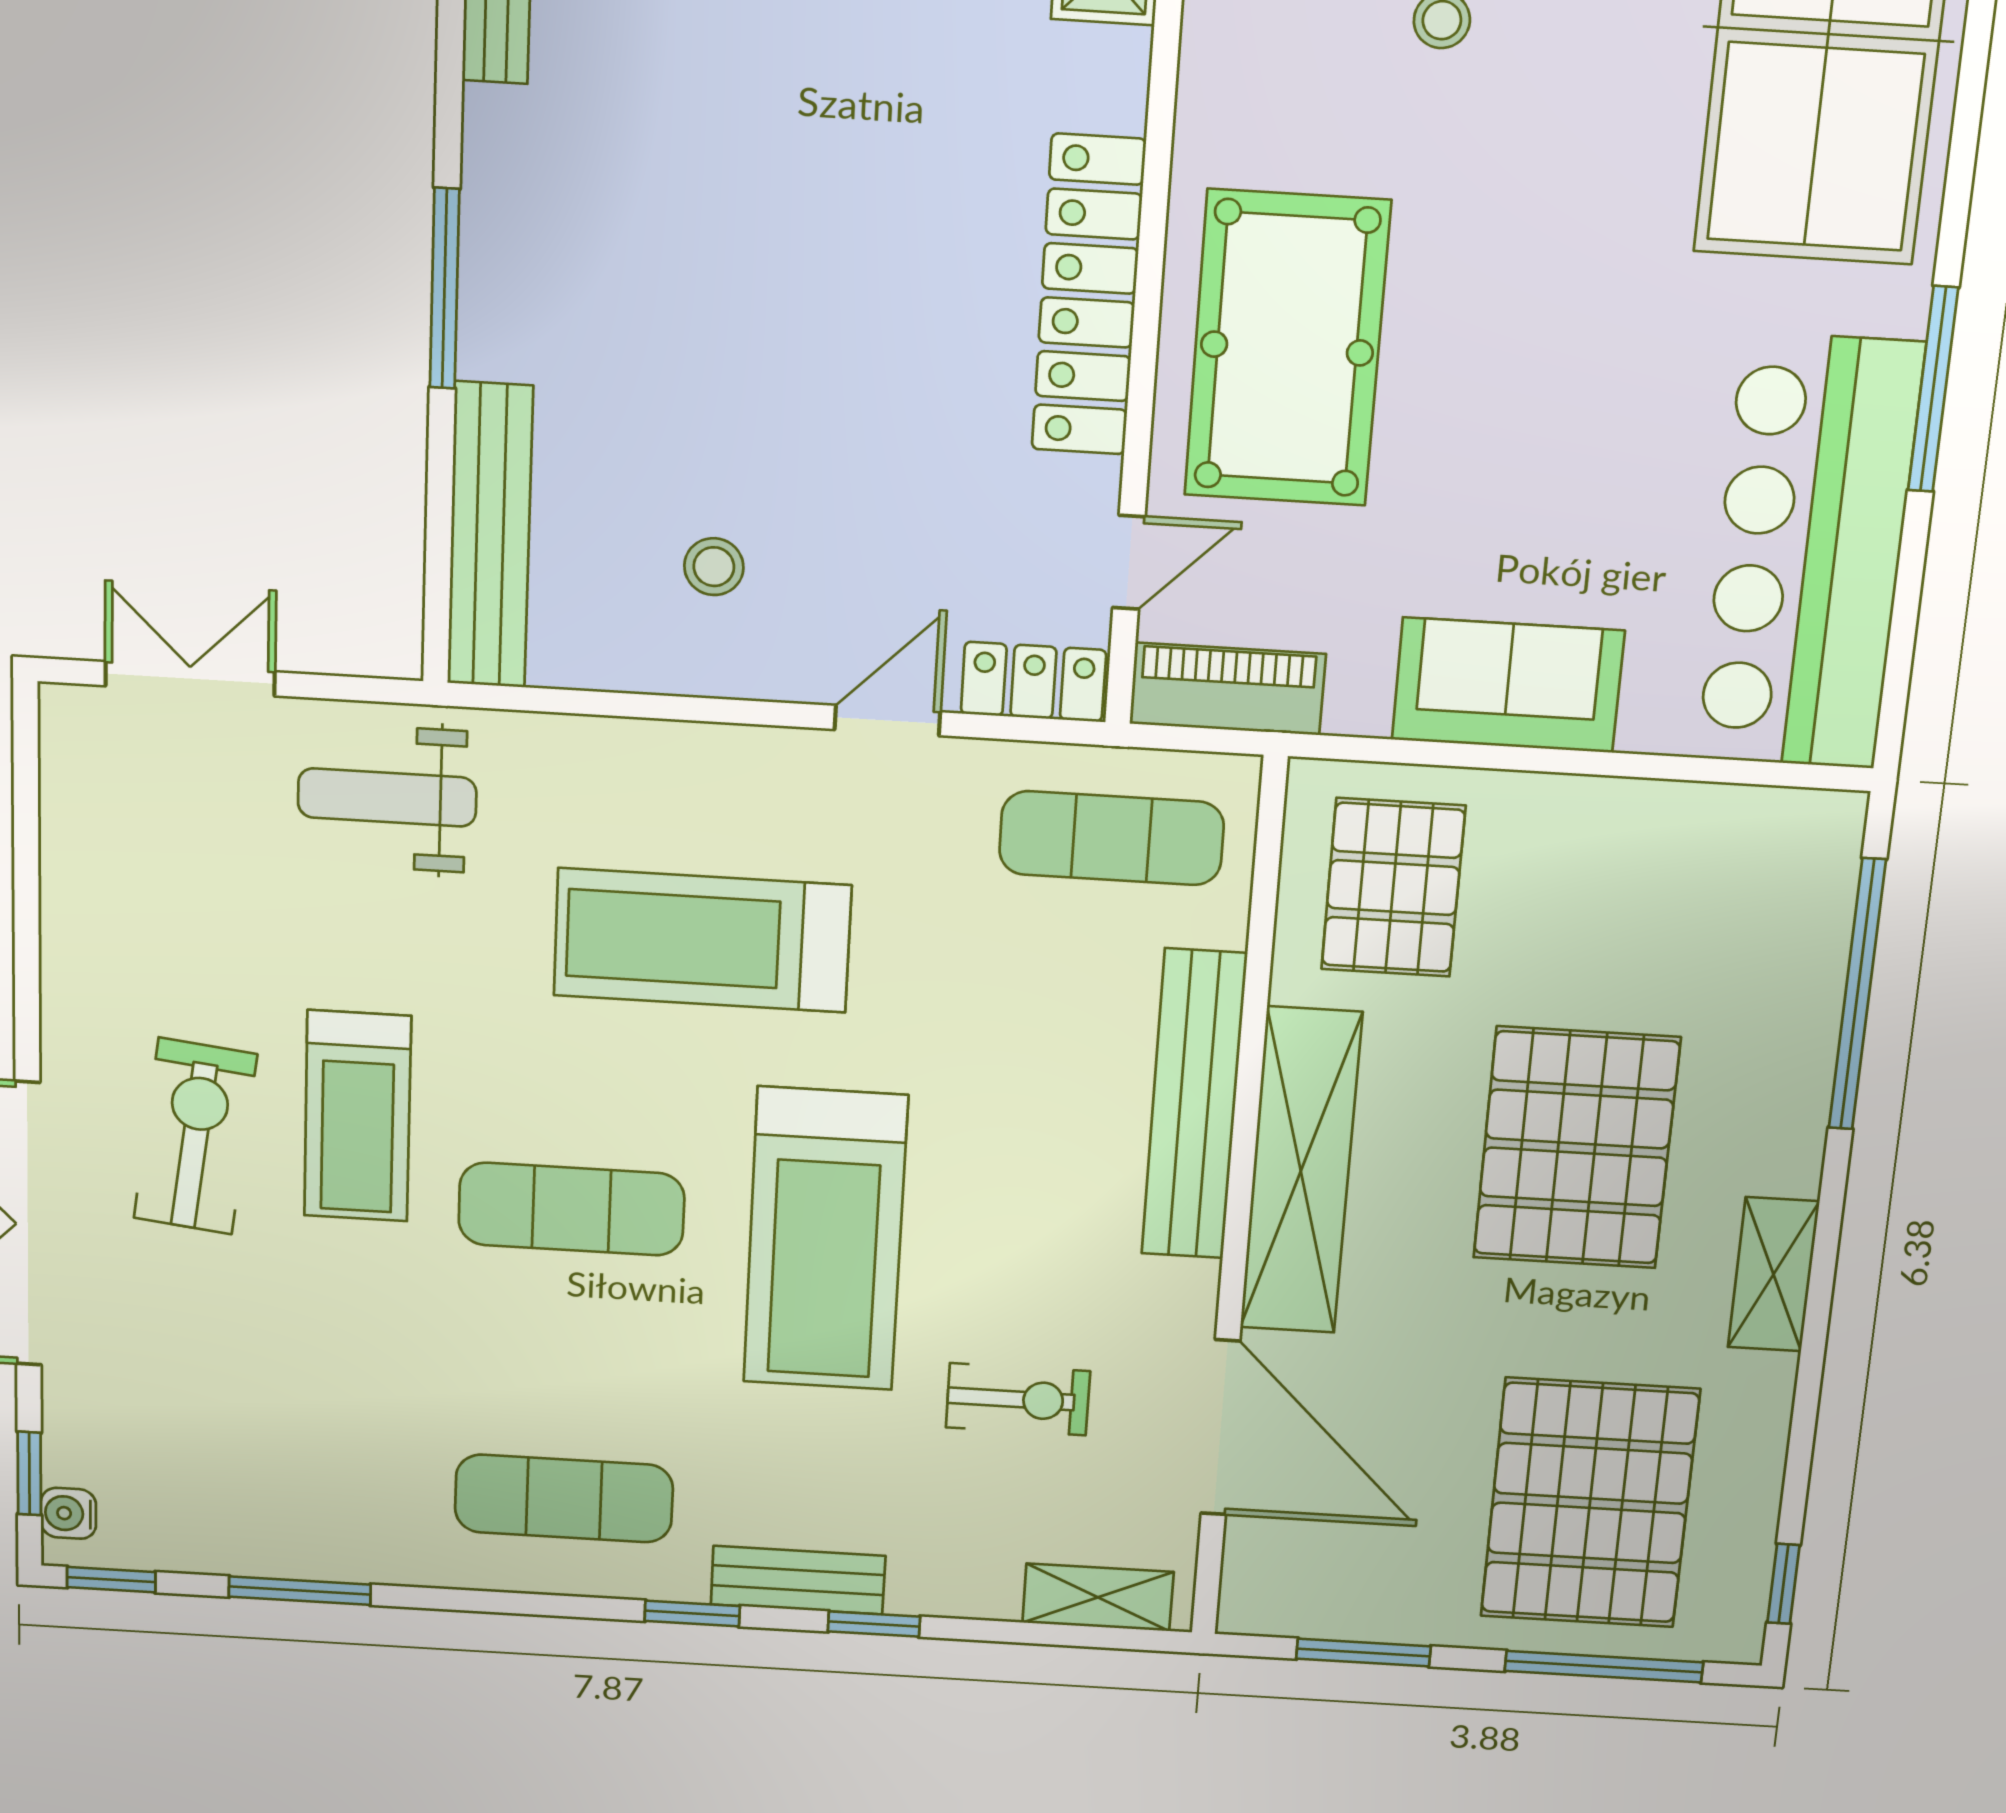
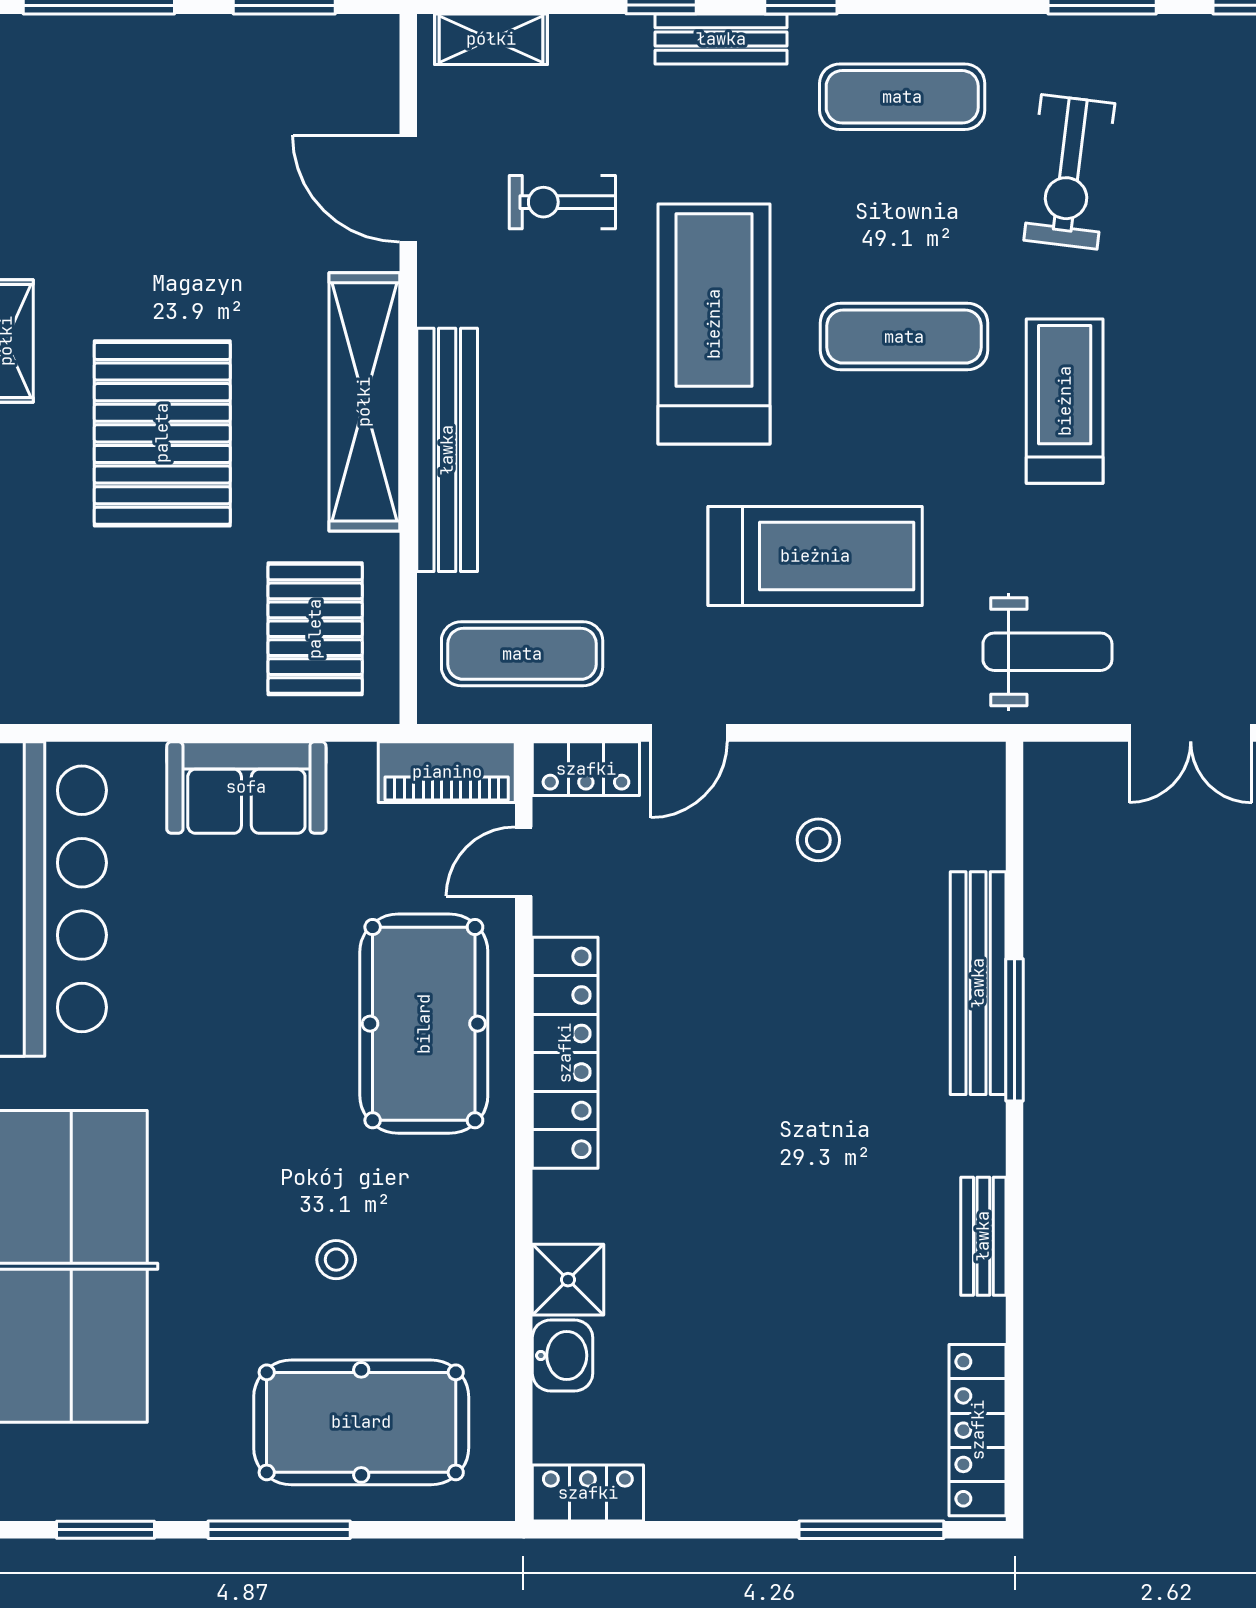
bench: (490, 536) -> (978, 983), moved
exercise bike: (195, 1136) -> (1069, 172), moved
door: (1220, 1427) -> (408, 189), width x0.73
pallet: (1590, 1503) -> (124, 143), removed

